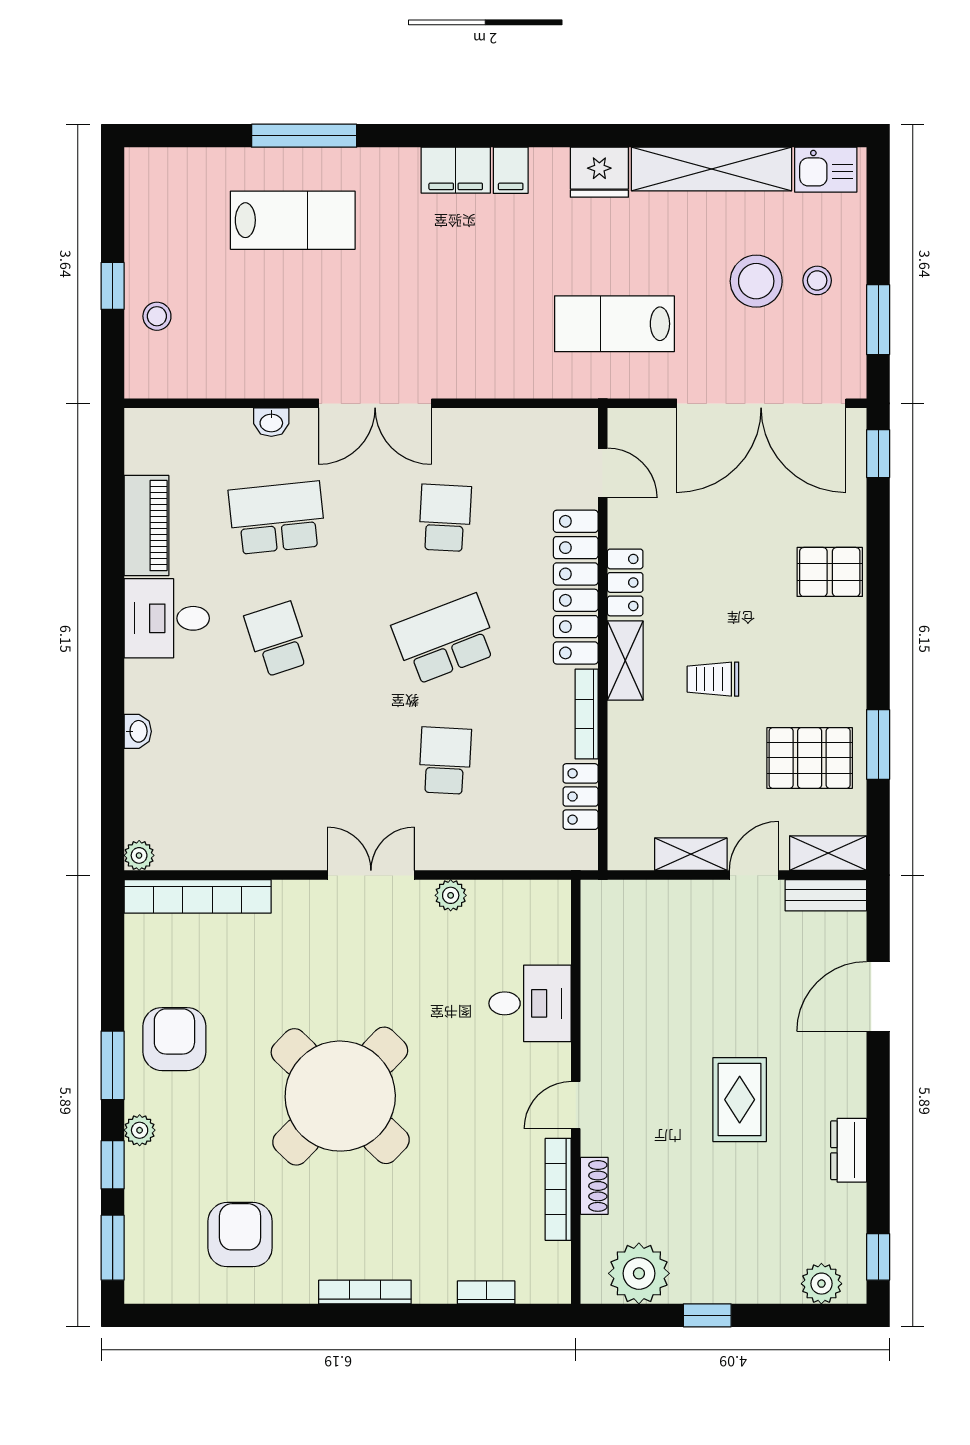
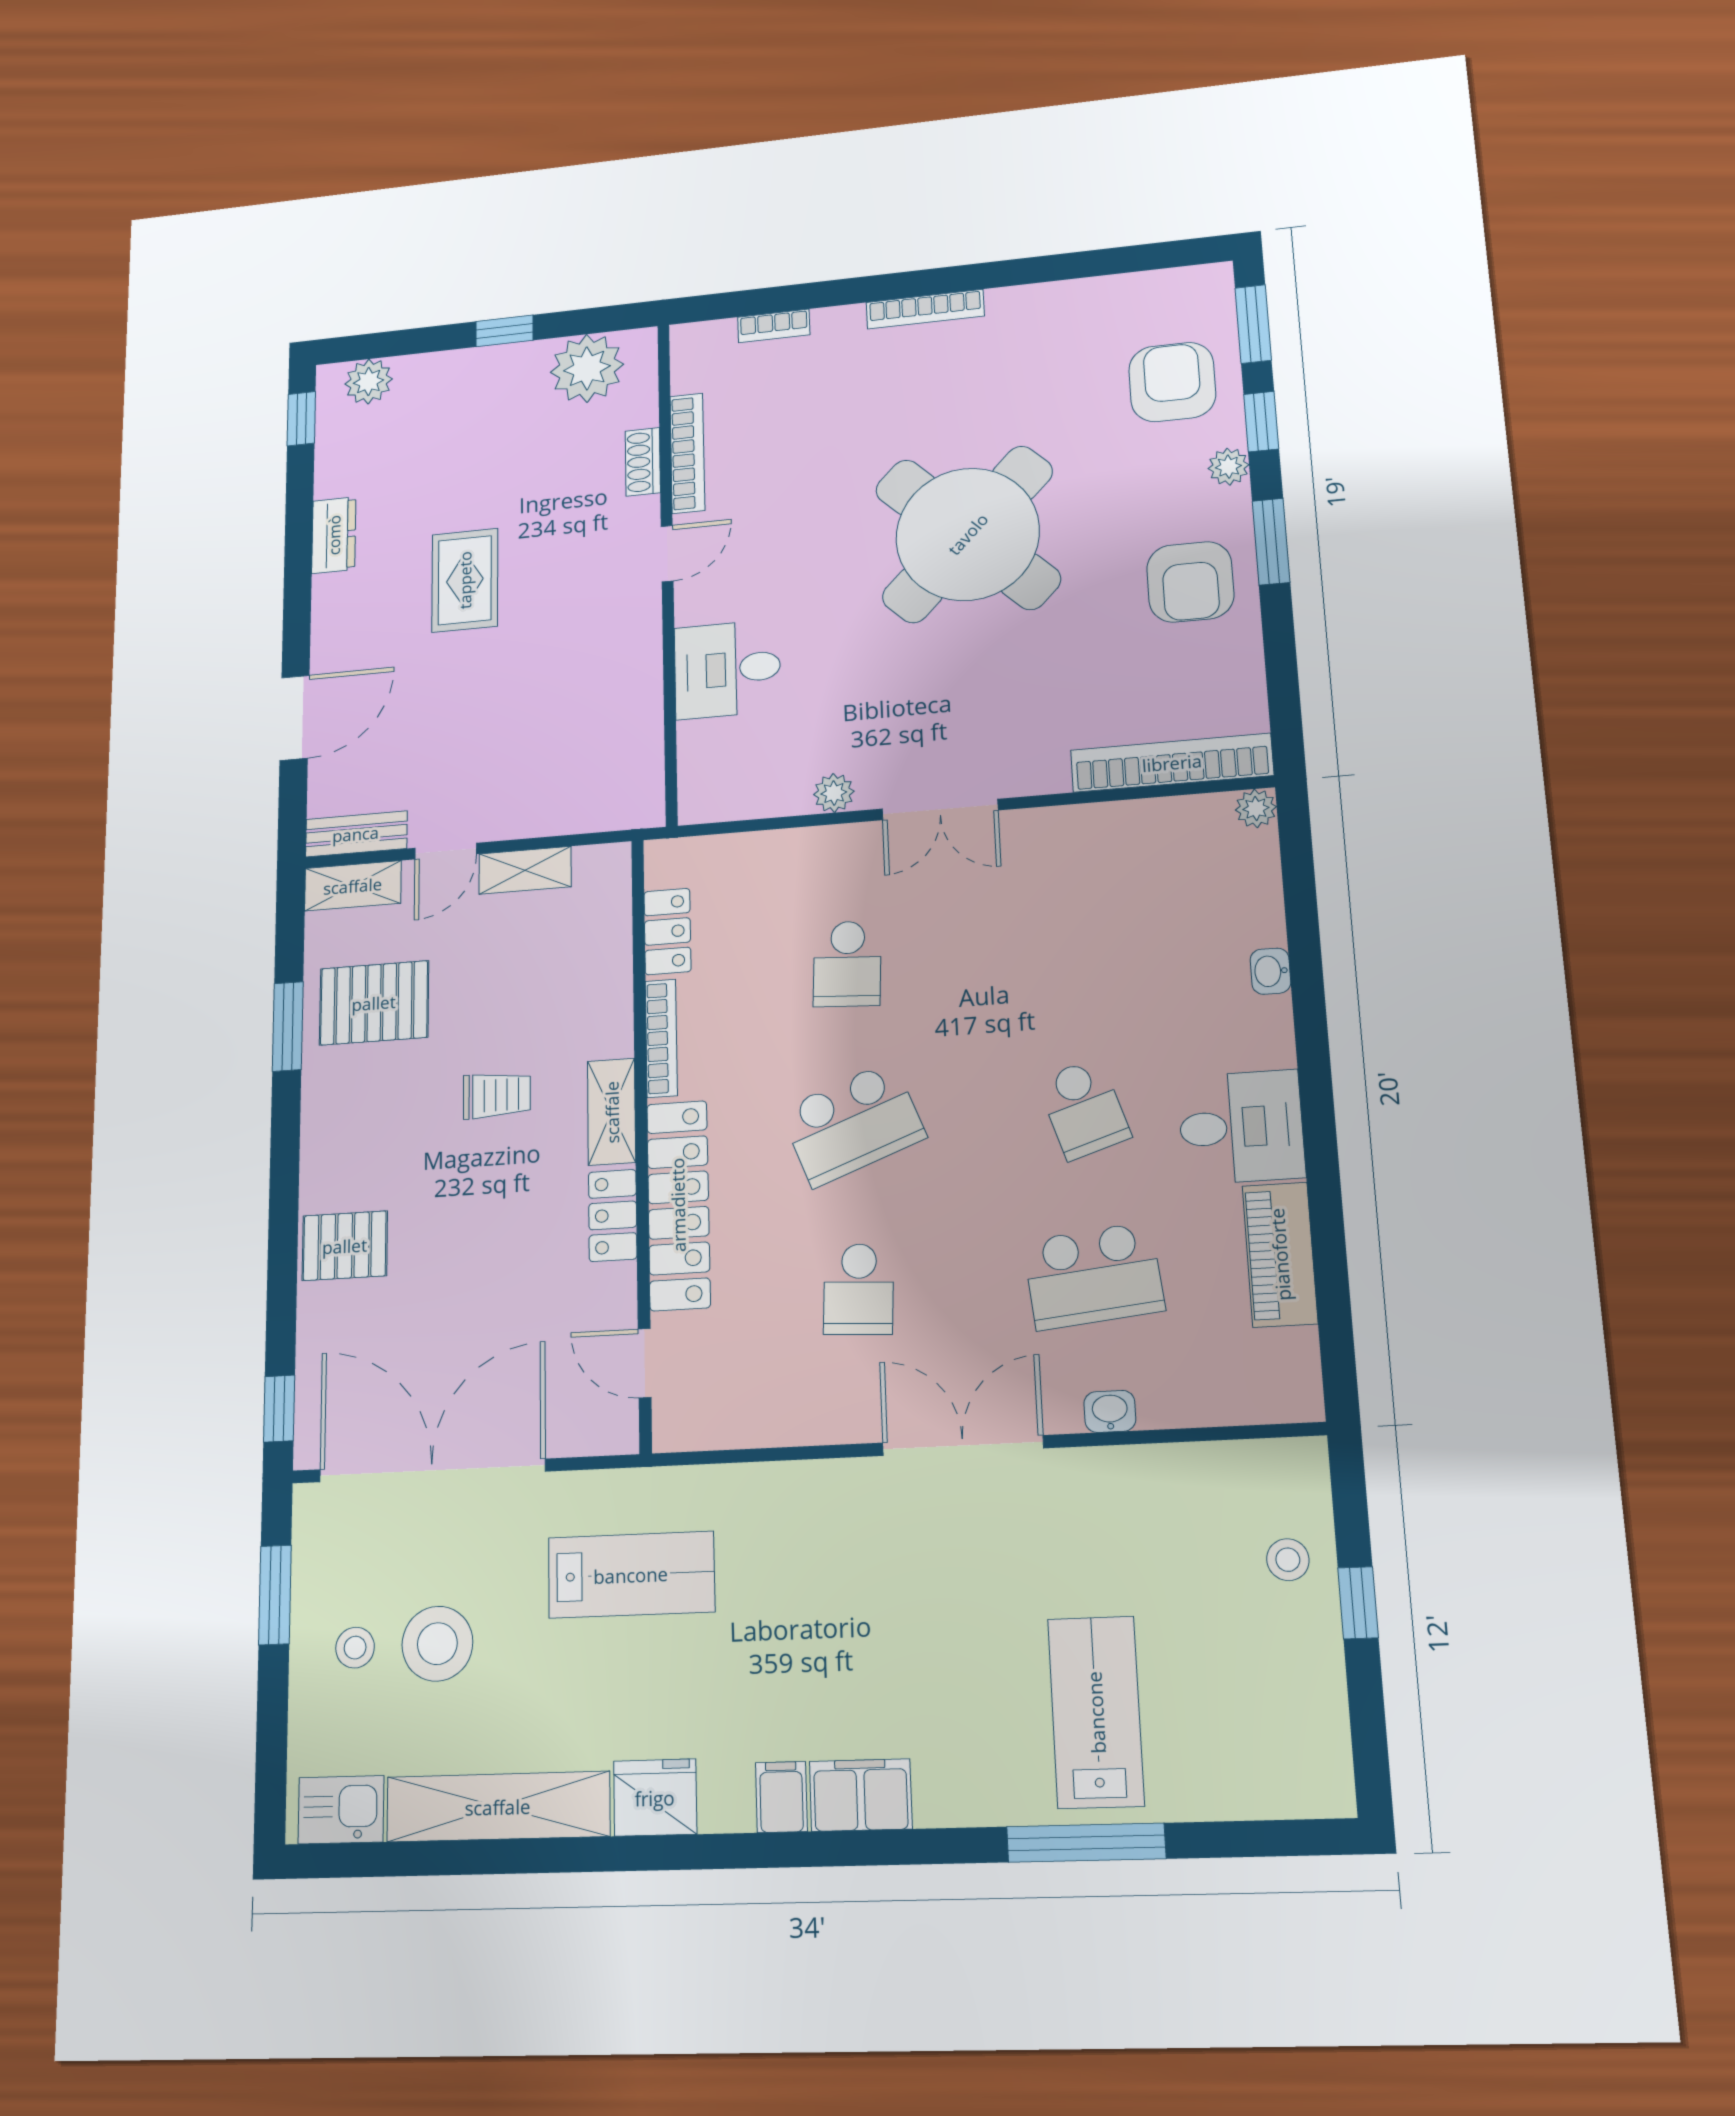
lab bench: (293, 220) -> (1096, 1712), turned 90
armchair: (240, 1235) -> (1172, 382), moved, turned 180

